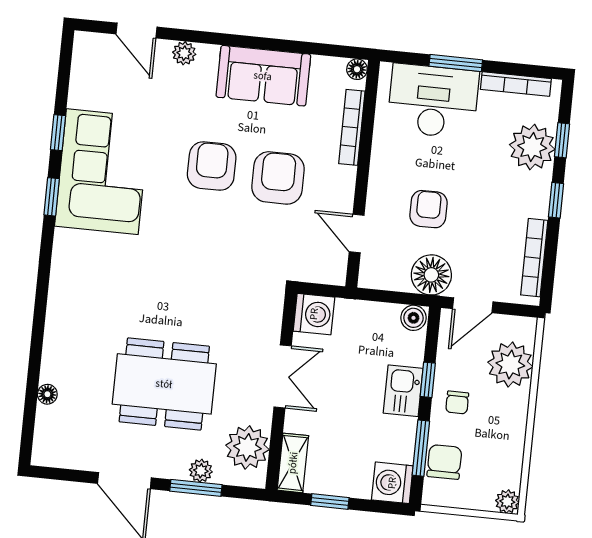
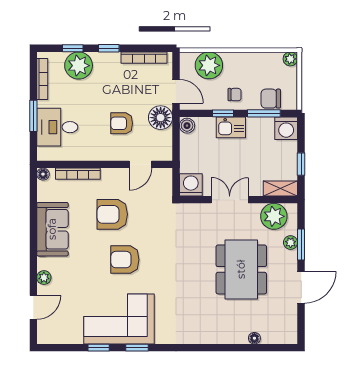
desk: (433, 101) -> (57, 127), width x0.73
armchair: (212, 166) -> (125, 260), moved

